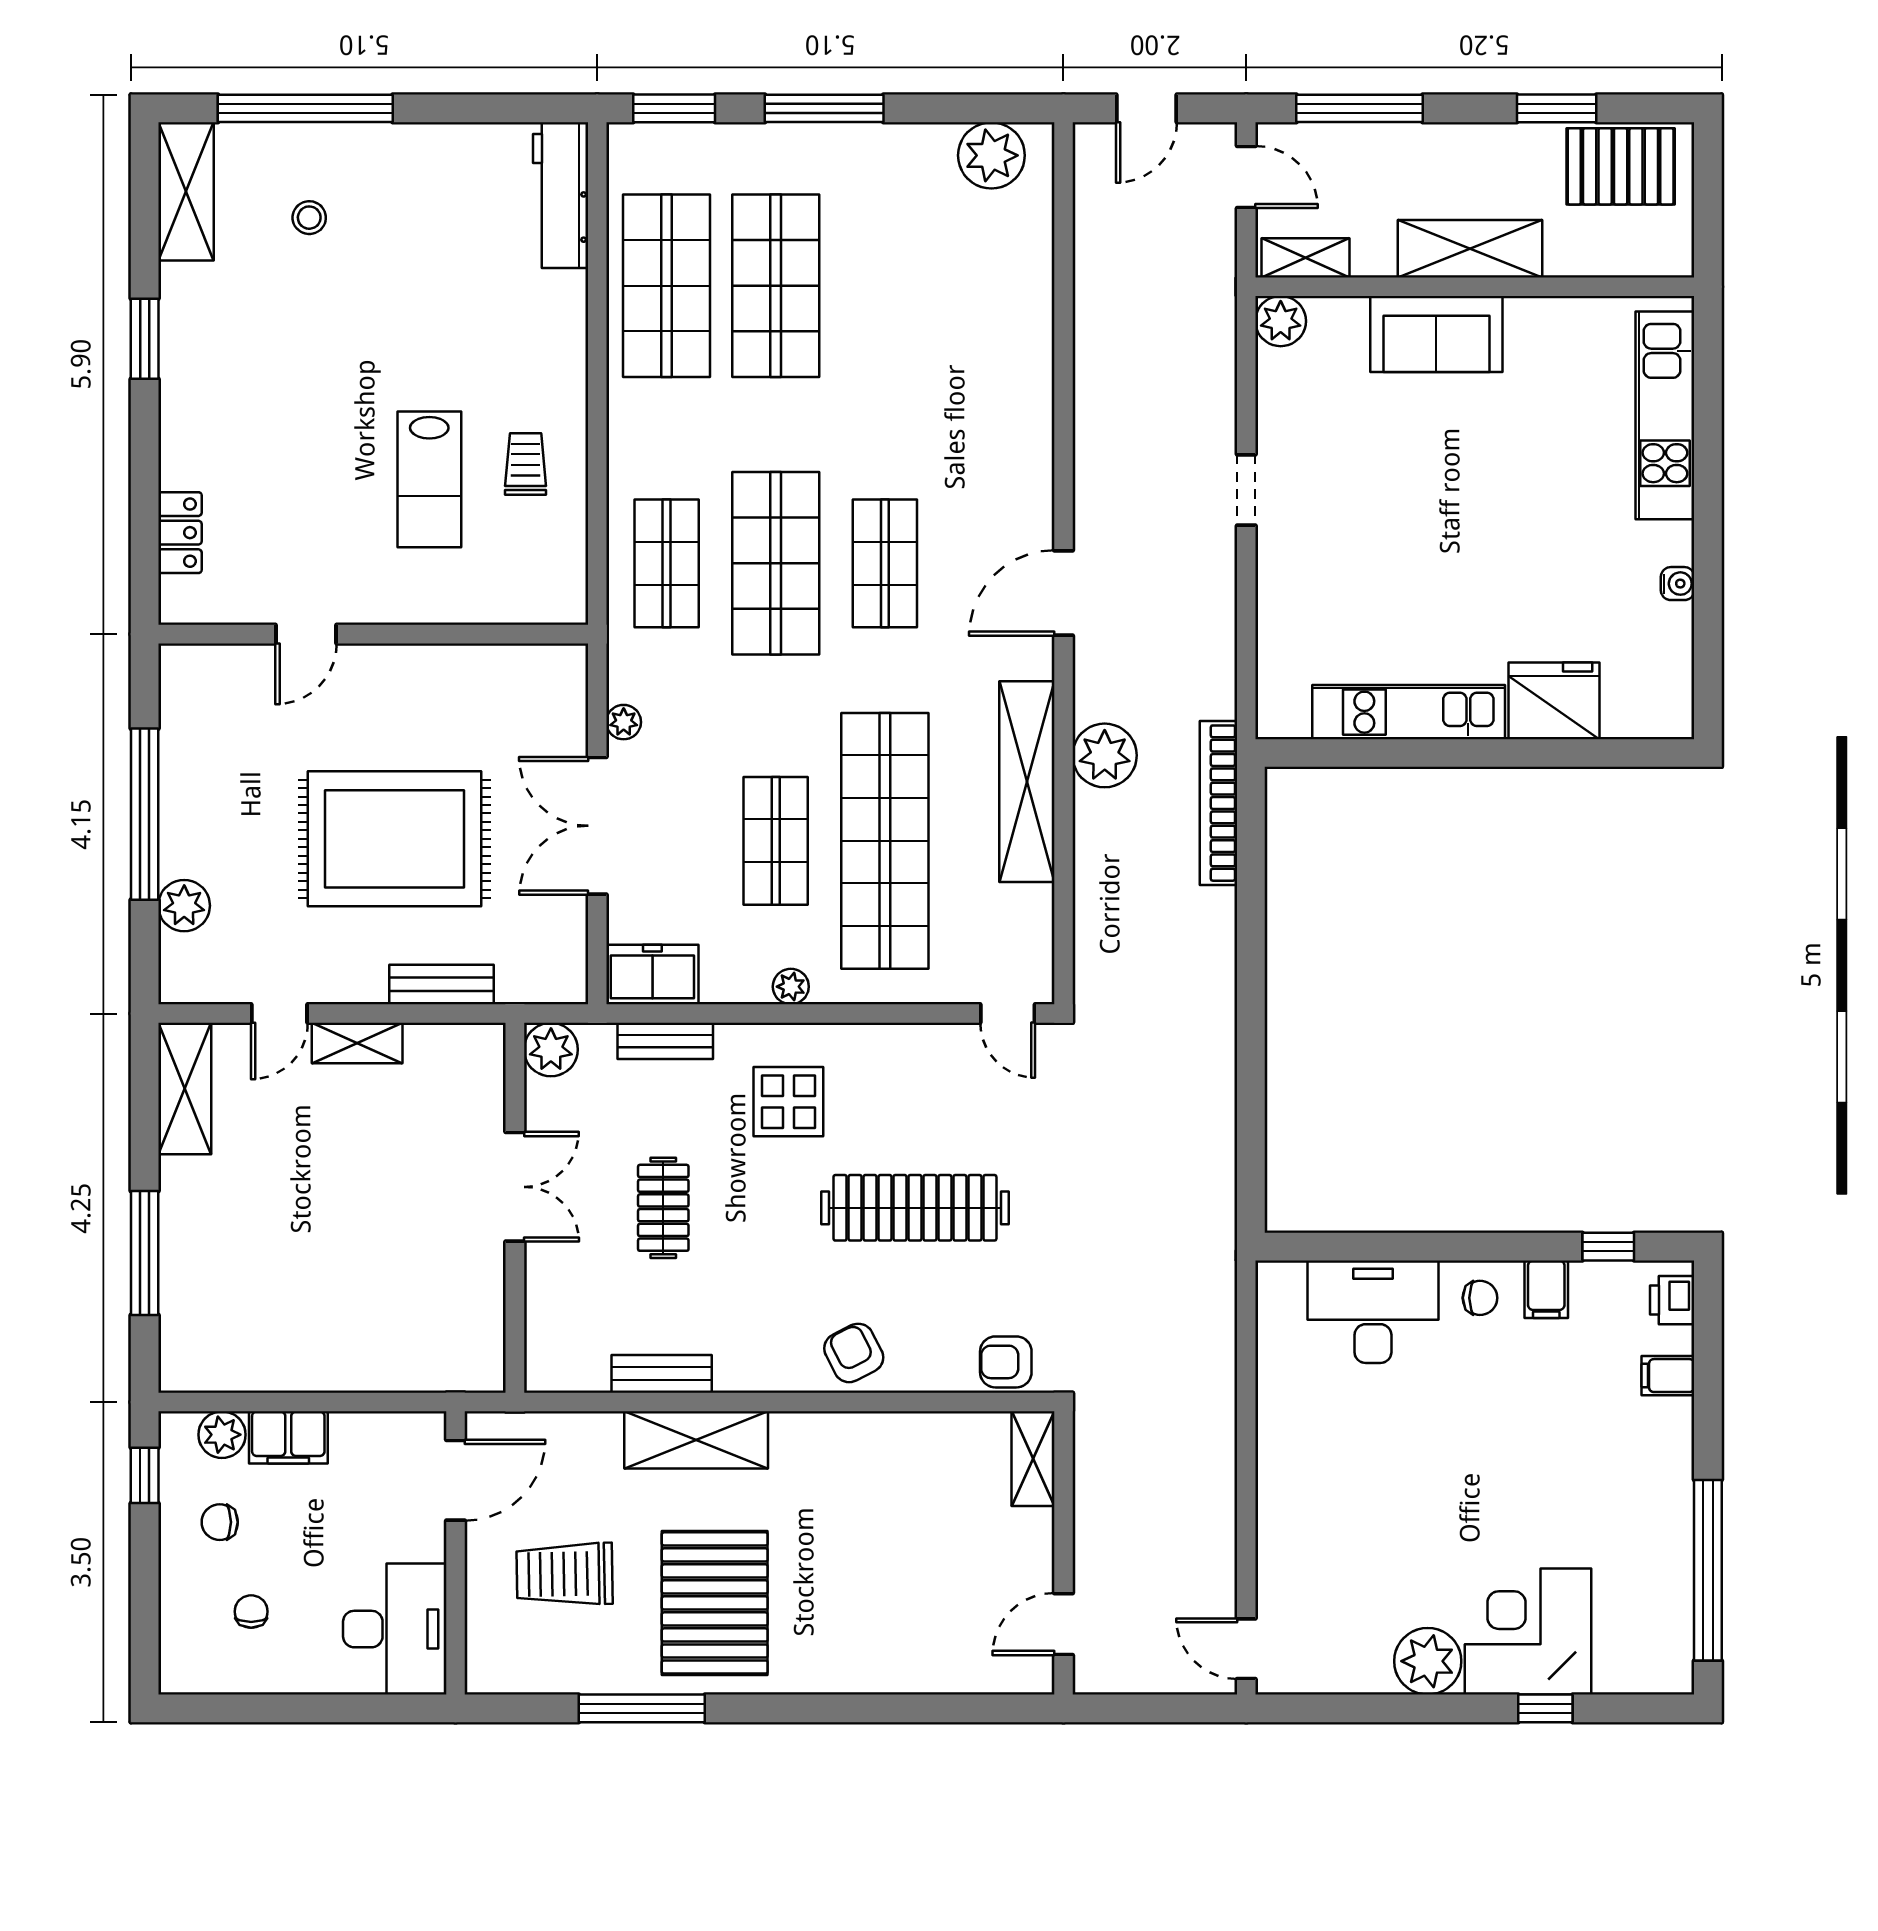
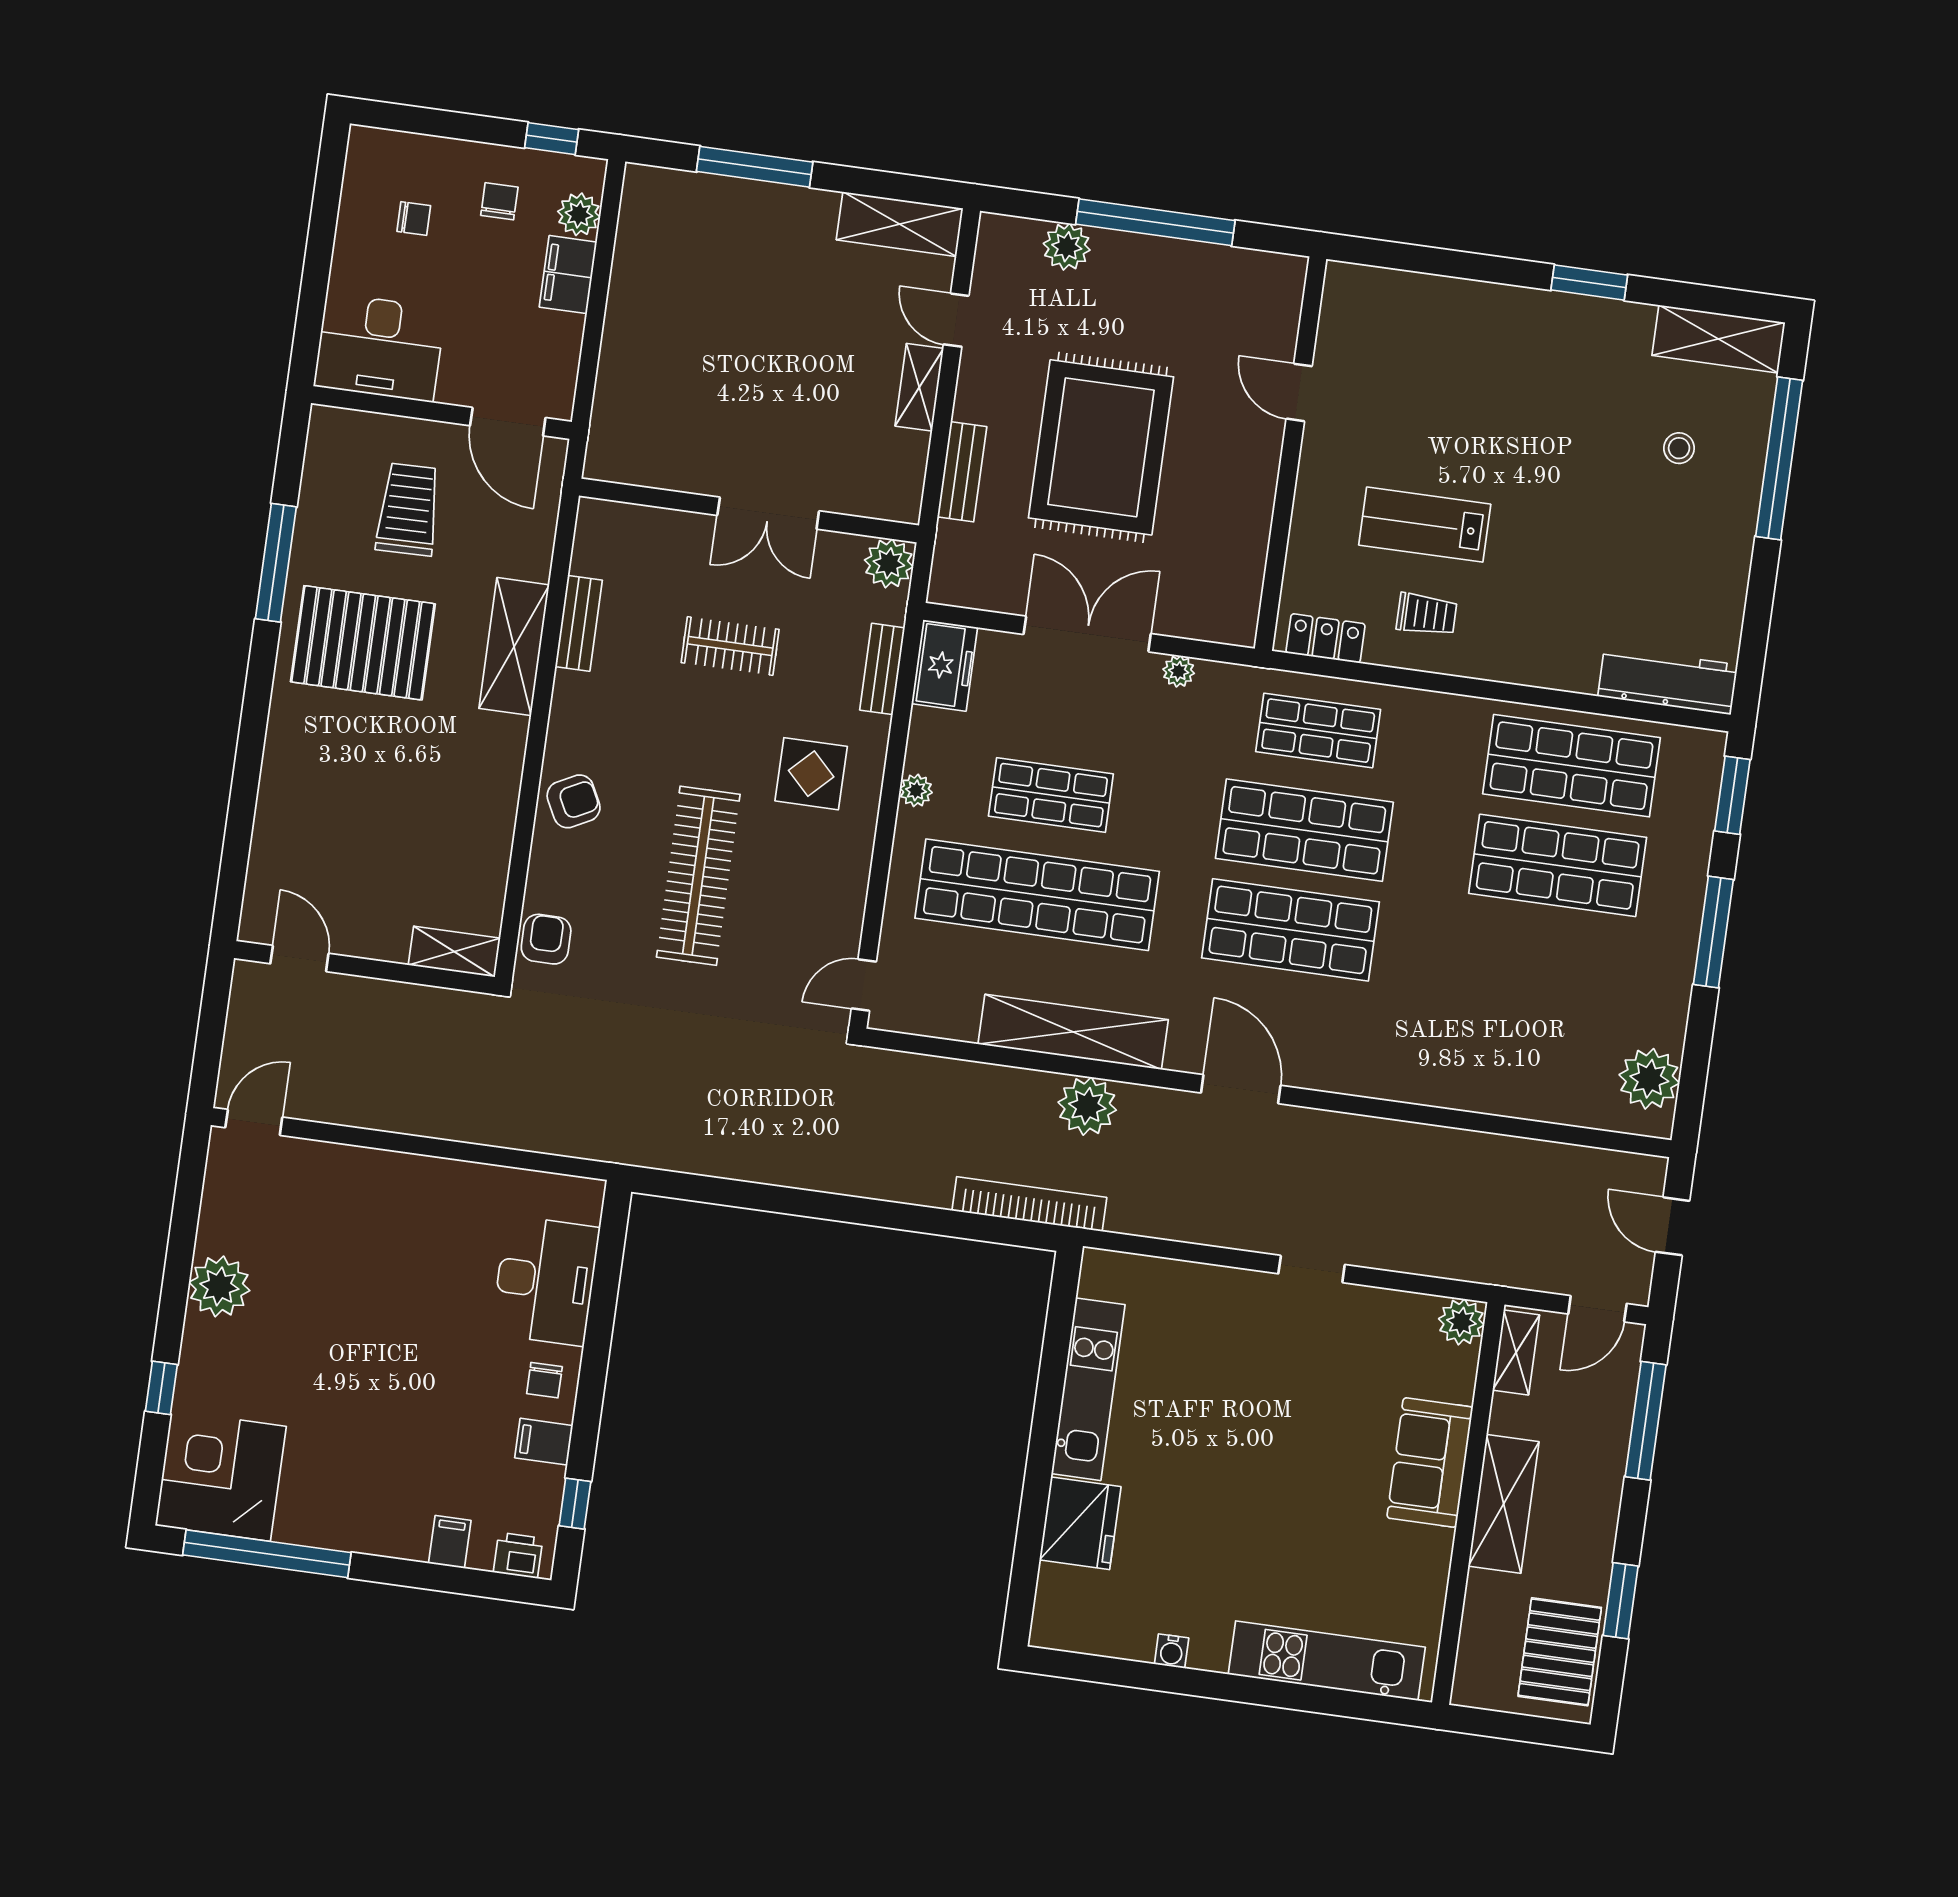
locker: (180, 533) -> (1326, 638), moved, turned 180
shop shelf: (885, 563) -> (1290, 930), width x1.43, depth x1.36
corner desk: (1528, 1632) -> (221, 1476), moved, turned -90

